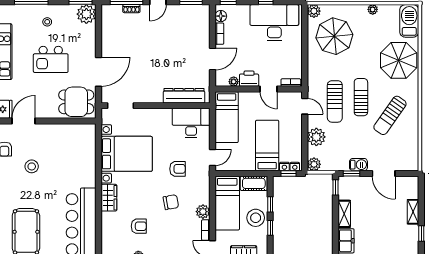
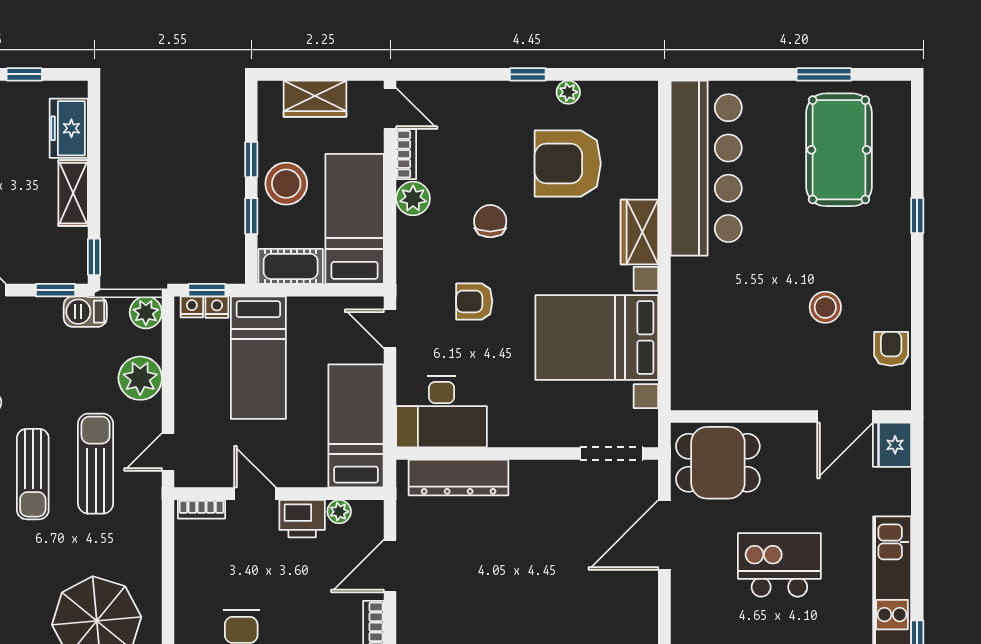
door: (305, 106) -> (168, 452), hinge flipped
door: (212, 157) -> (390, 329), hinge flipped
barbecue: (358, 165) -> (85, 312), moved
chair: (171, 202) -> (490, 221), turned 100
armchair: (139, 226) -> (568, 163), width x1.88, depth x1.88

